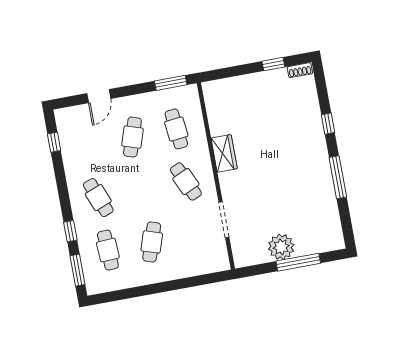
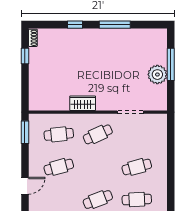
door: (99, 96) -> (25, 186), hinge flipped
cafe table: (132, 137) -> (59, 167), turned -33
cafe table: (152, 242) -> (137, 167), turned -33

